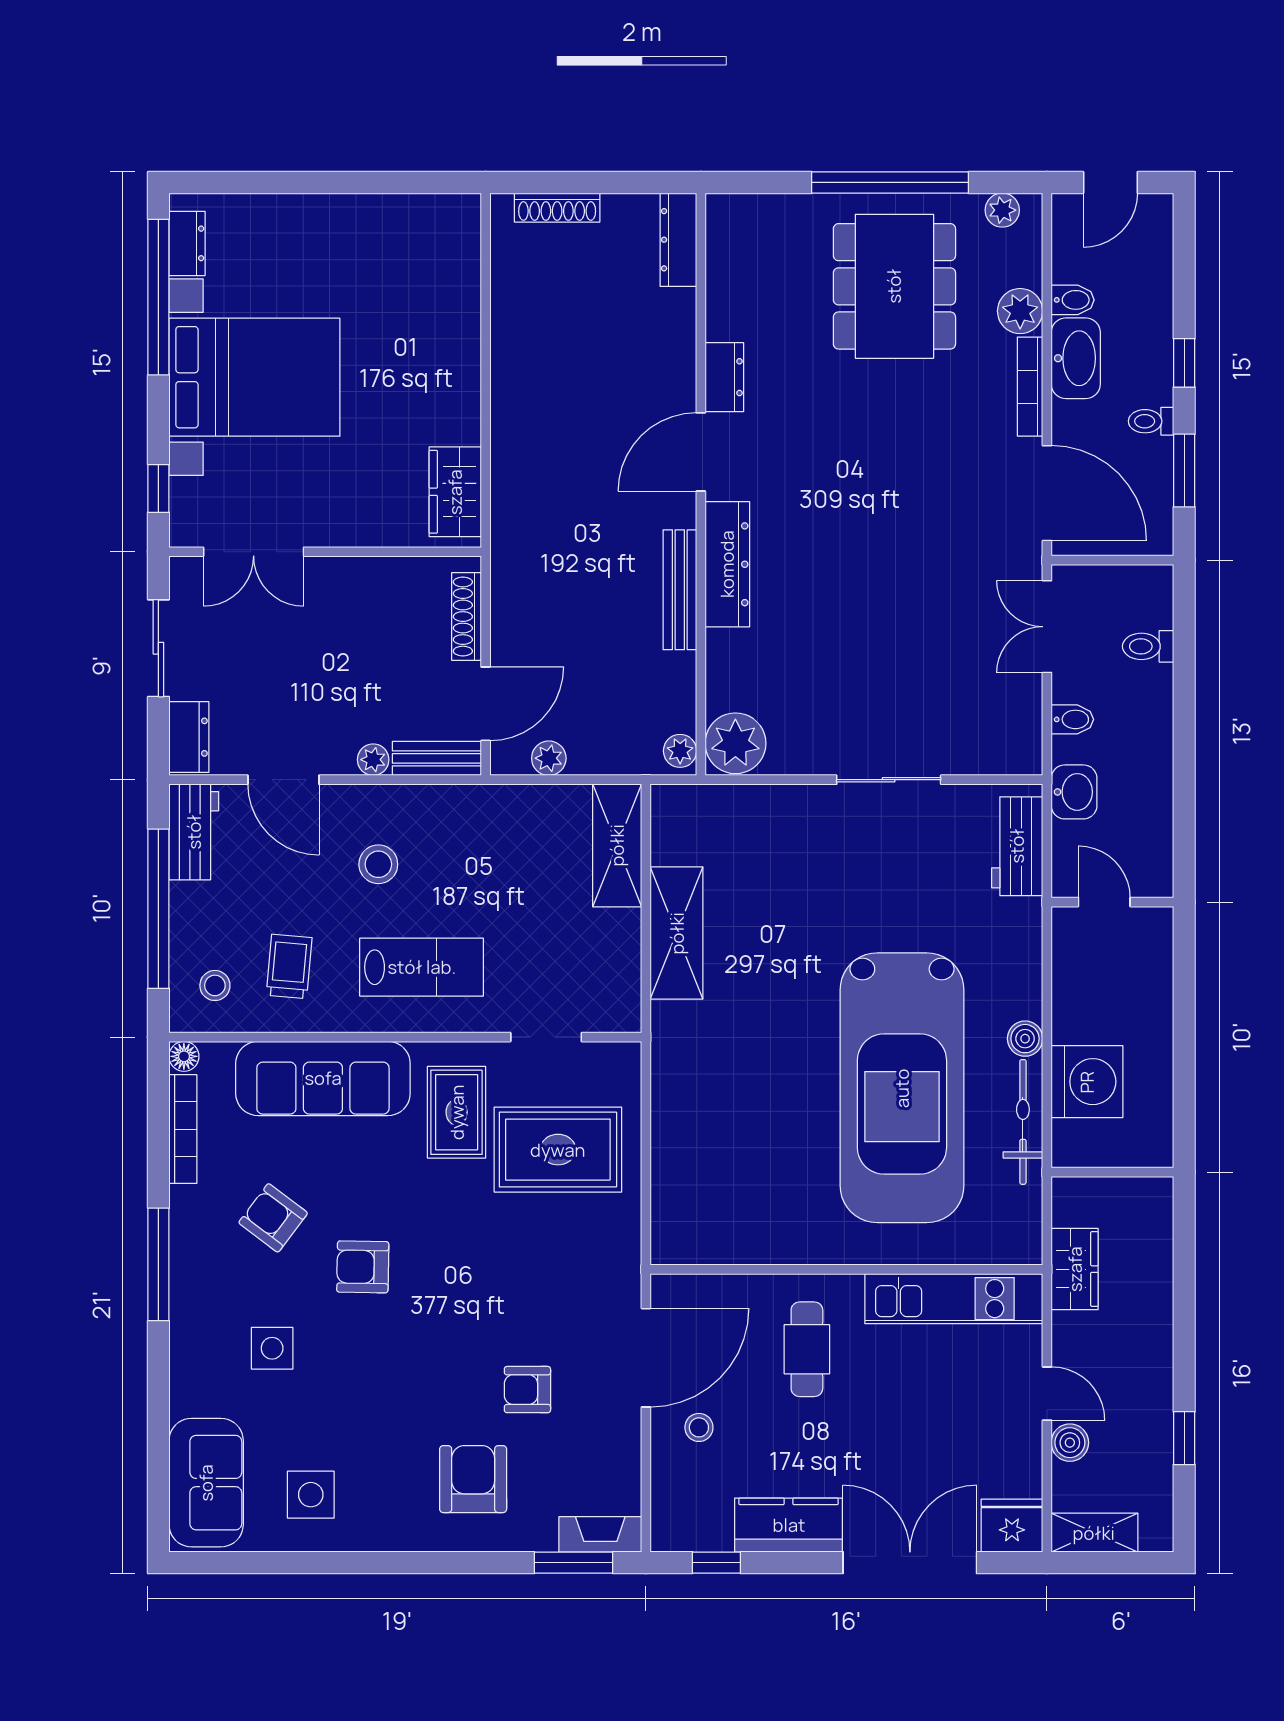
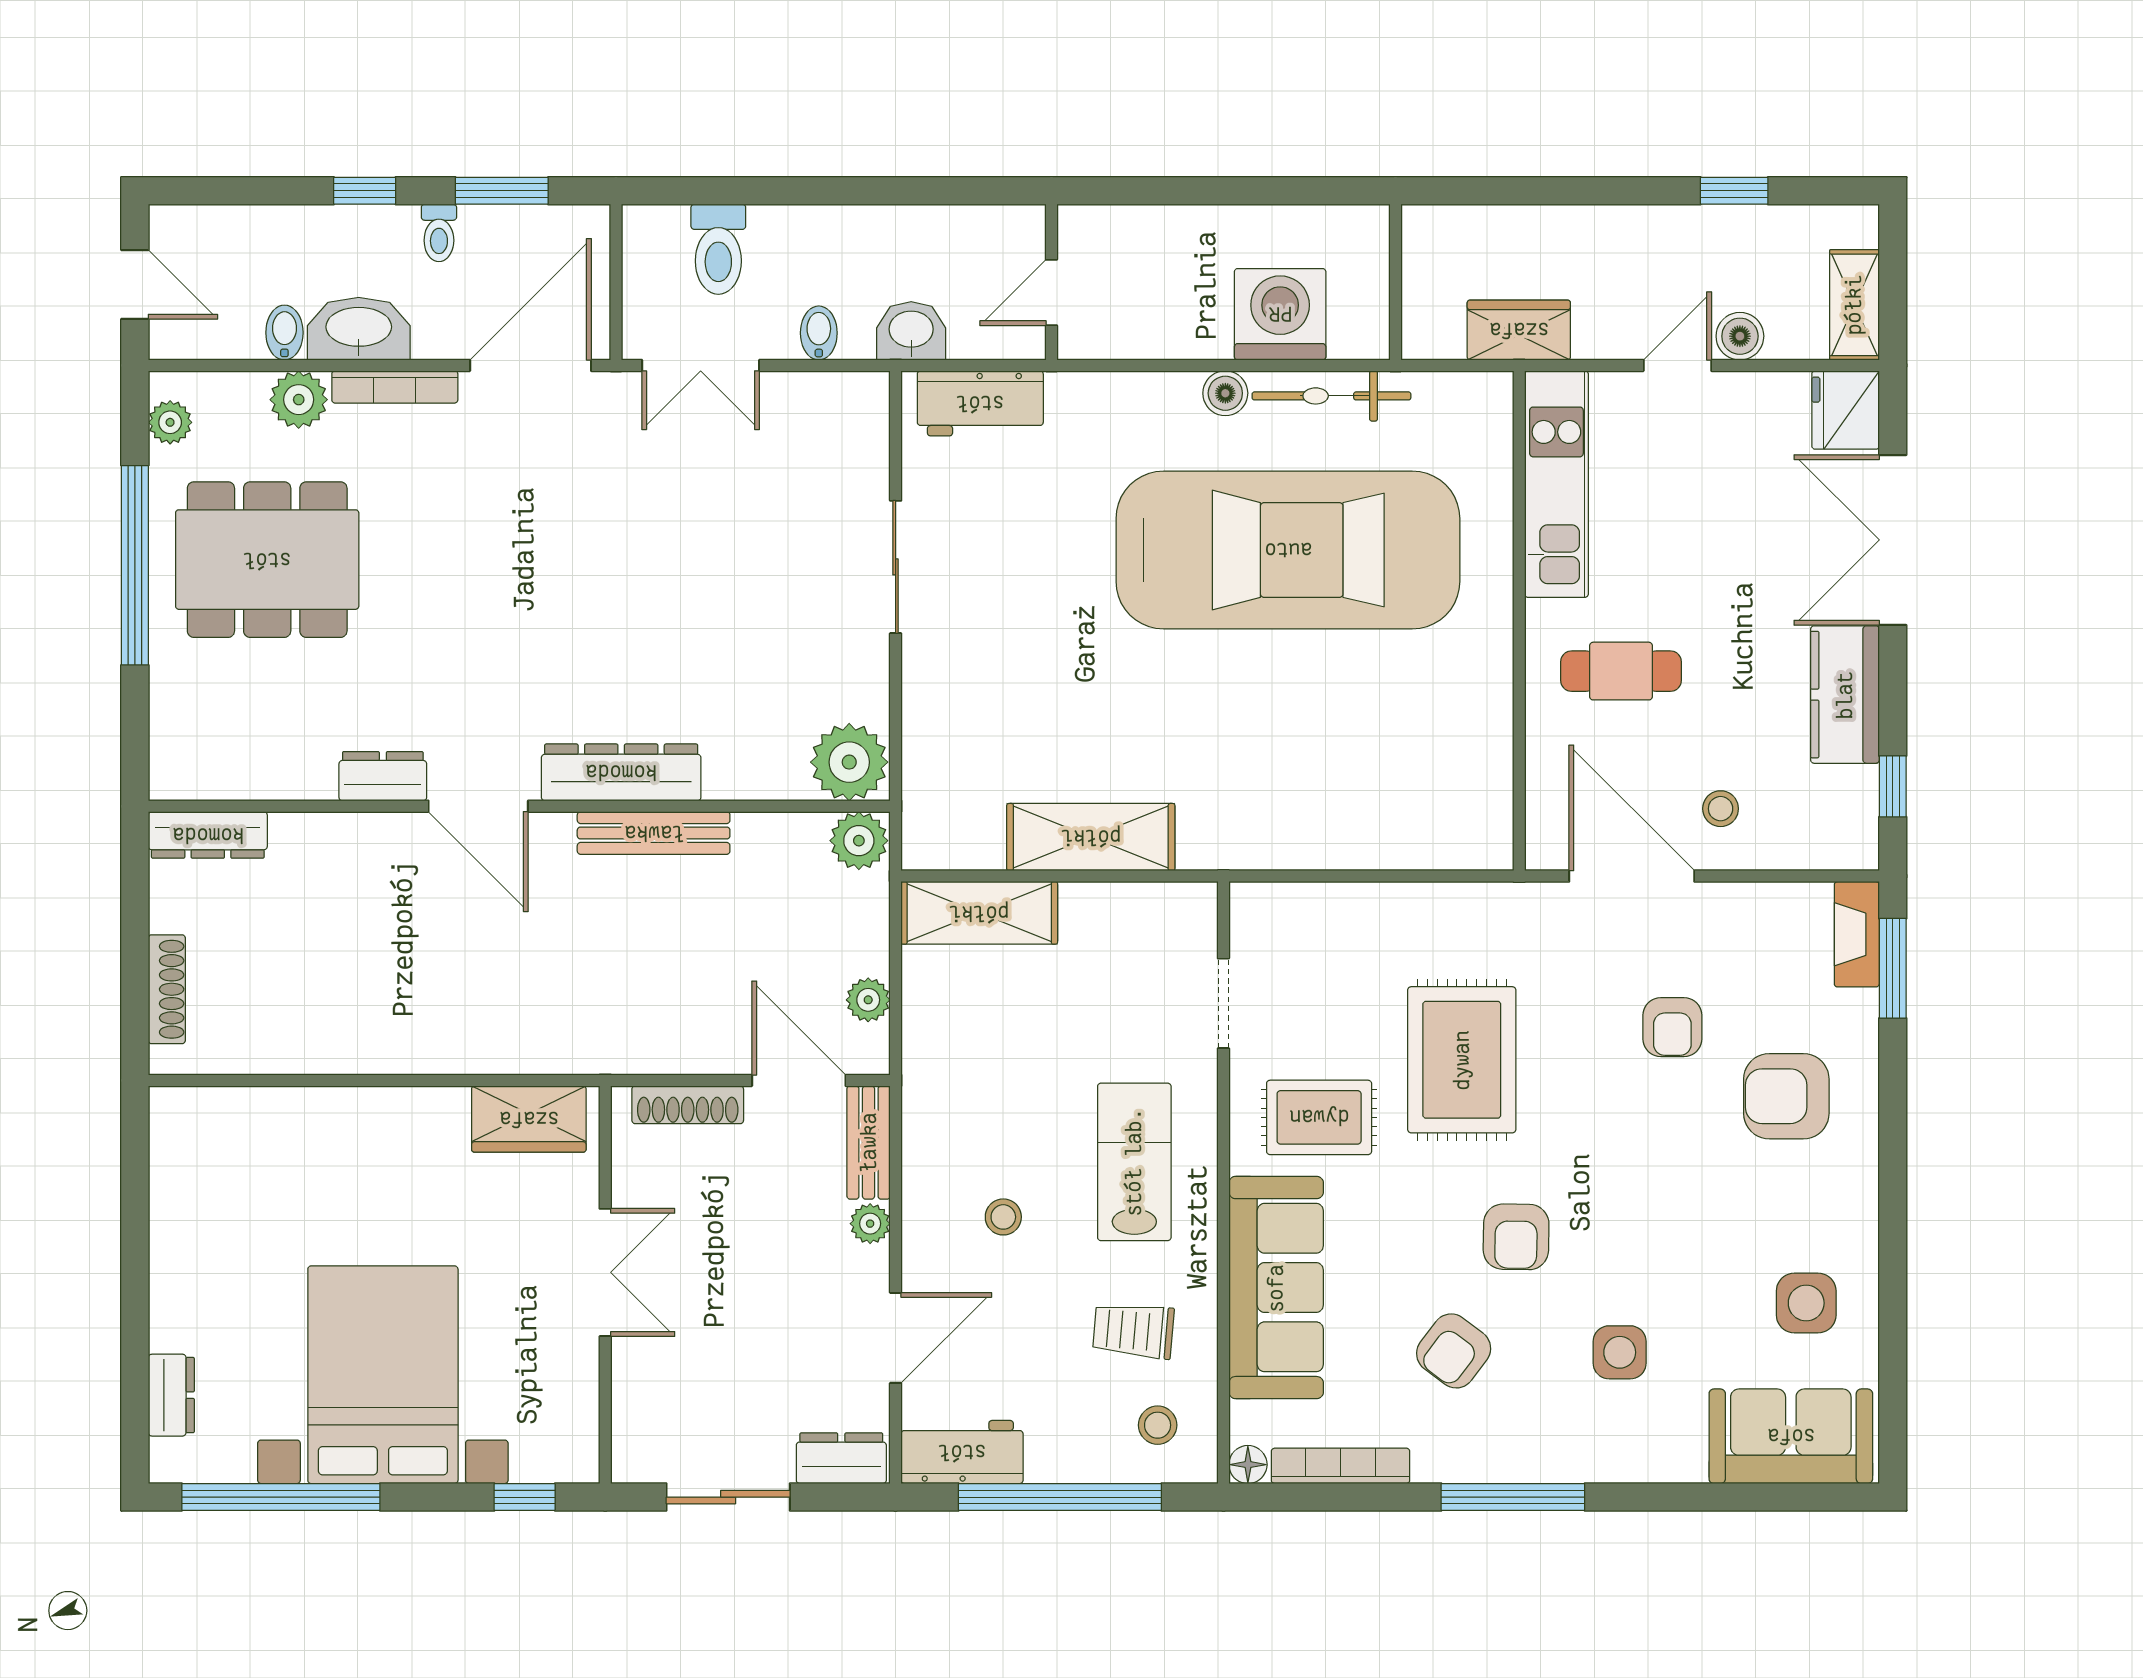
dresser: (187, 243) -> (171, 1395), moved, turned 90
double door: (254, 552) -> (605, 1272), moved
toilet: (1148, 646) -> (718, 249), width x1.37, depth x1.39
plant: (680, 751) -> (859, 841), width x1.38, depth x1.38
stool: (378, 864) -> (1003, 1217), width x0.73, depth x0.73
rug: (558, 1150) -> (1462, 1060), moved

